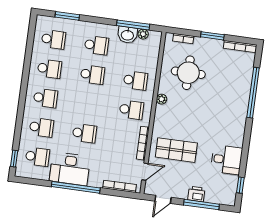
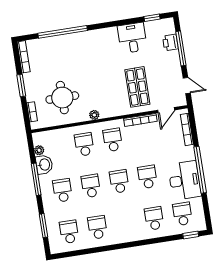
window: (133, 25) -> (36, 179), moved
school desk: (45, 98) -> (119, 181), moved
door: (145, 172) -> (166, 110), swing flipped
printer: (196, 194) -> (170, 42), moved

